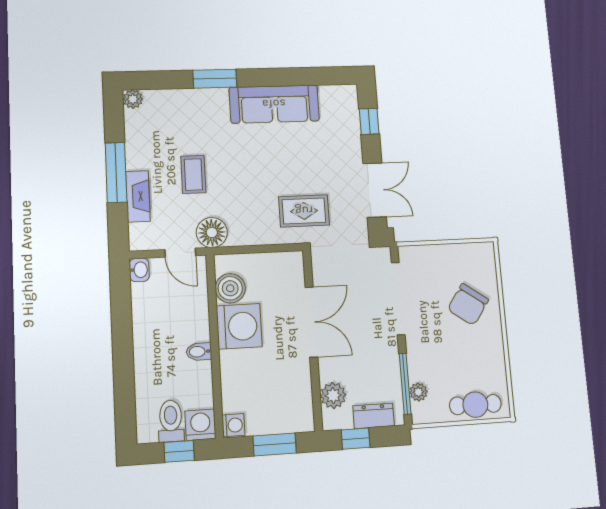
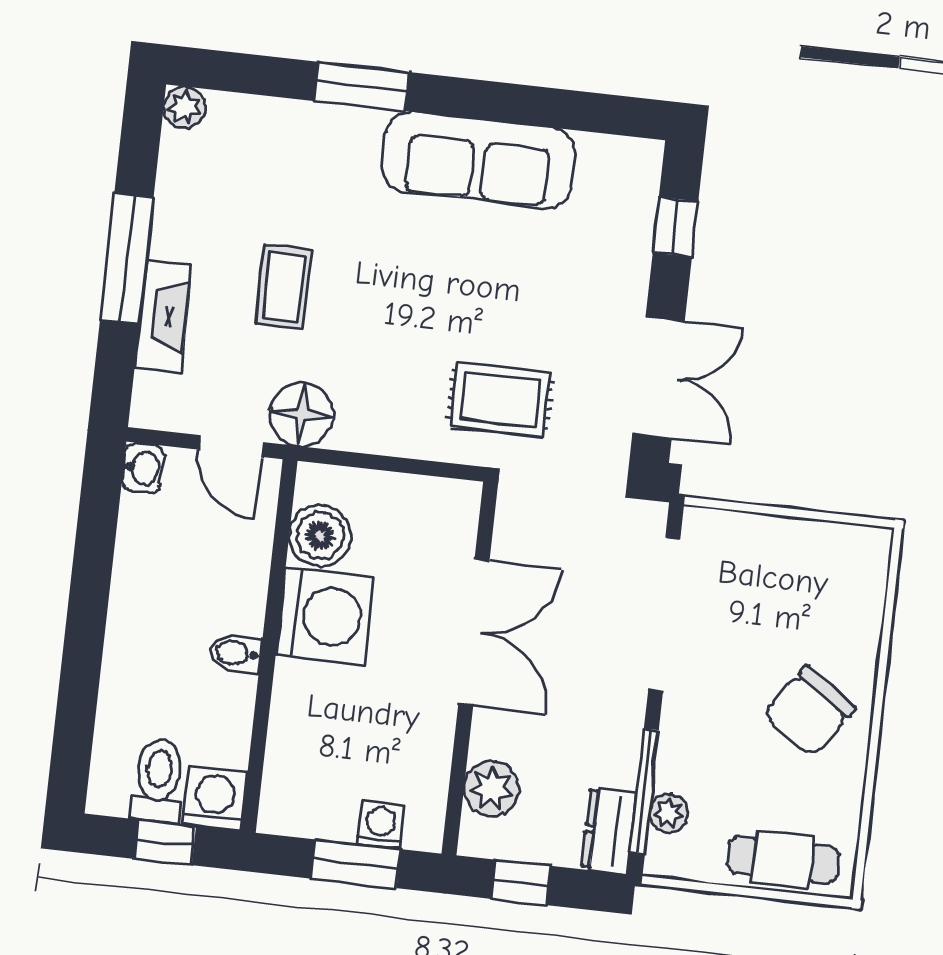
chair: (468, 304) -> (809, 711), moved
dresser: (374, 416) -> (609, 831), moved, turned -90
washing machine: (233, 425) -> (381, 825), moved, turned -90

